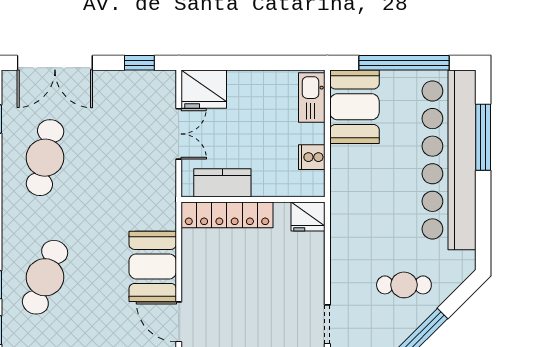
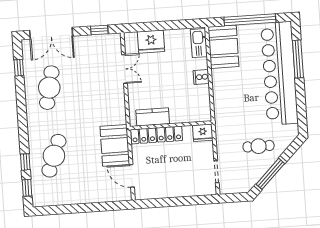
fridge: (204, 89) -> (151, 42), moved
kitchen counter: (222, 183) -> (153, 117), moved
wall: (253, 199) -> (171, 125), moved
locker: (227, 215) -> (157, 135), moved
fridge: (308, 216) -> (203, 133), moved

